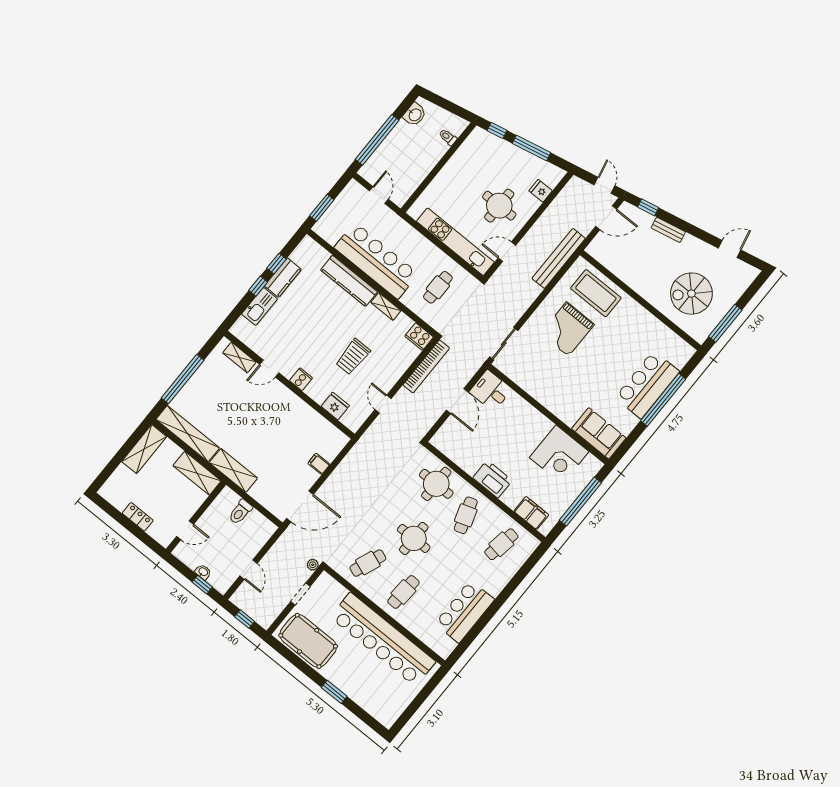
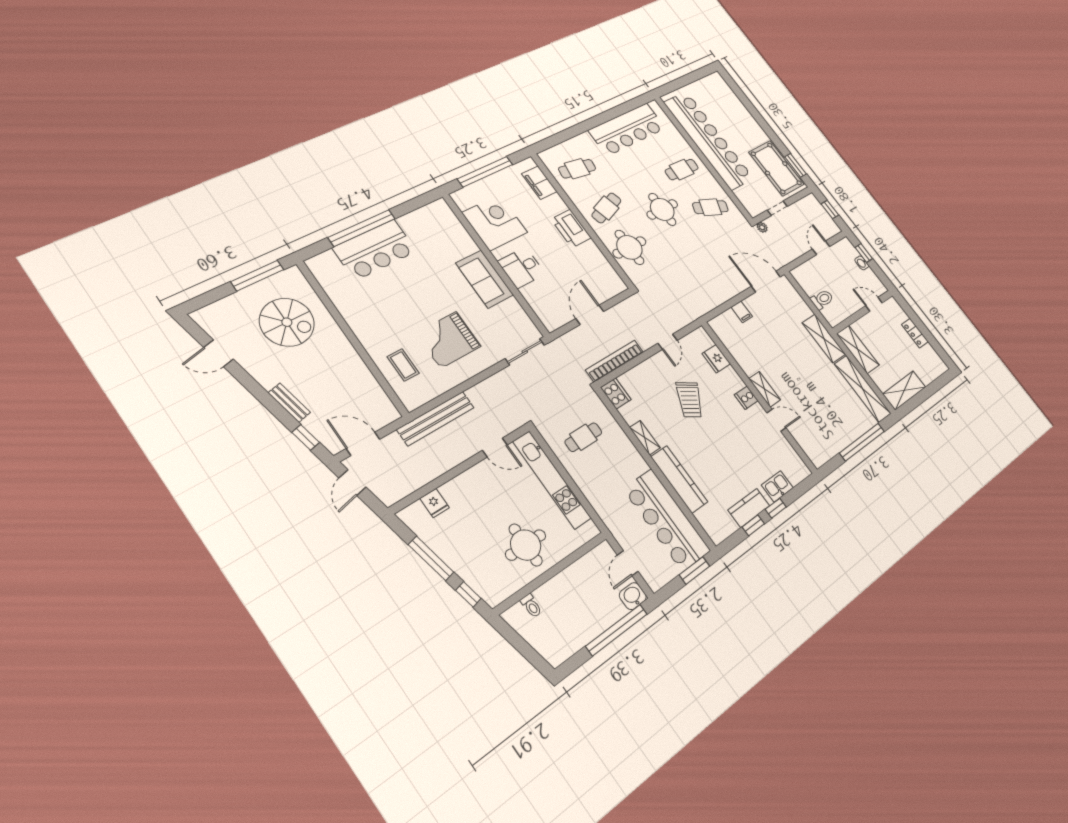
washbasin: (415, 115) -> (633, 596), moved
round table: (499, 206) -> (526, 545), moved
bar counter: (376, 261) -> (667, 520), moved
coffee table: (596, 293) -> (403, 365), width x0.54, depth x0.58
kitchen sink: (260, 306) -> (777, 486), width x0.73
grand piano: (567, 329) -> (448, 340), turned 180
shelving: (239, 357) -> (765, 389), moved
trolley: (353, 357) -> (689, 400), turned 120
desk: (490, 391) -> (522, 268), moved, turned 90
sofa: (599, 433) -> (485, 279), moved
bar counter: (465, 612) -> (627, 129), width x1.36
window: (334, 692) -> (795, 165), moved

